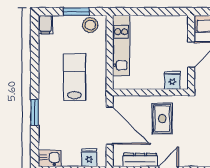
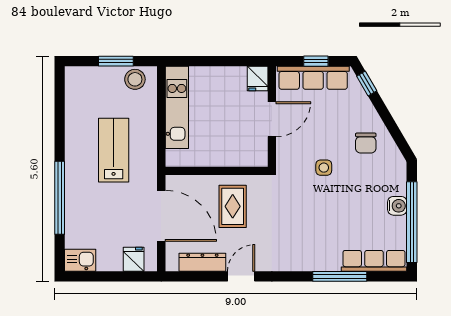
filing cabinet: (45, 25) -> (74, 79), removed
fridge: (172, 80) -> (258, 78), moved, turned 180
window: (35, 112) -> (60, 198), width x2.11

